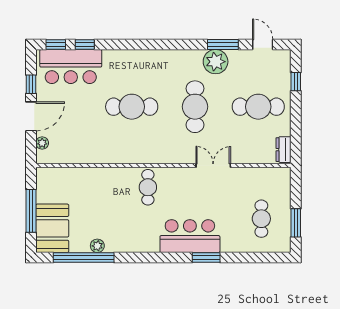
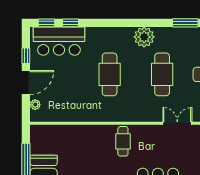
plant: (216, 62) -> (144, 37), moved
cafe table: (132, 107) -> (110, 74), turned 90

